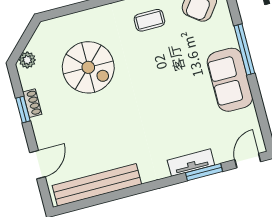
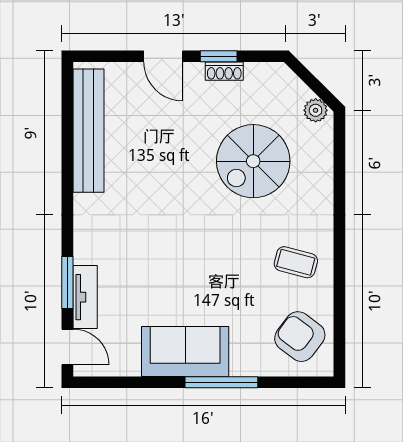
coffee table: (149, 20) -> (296, 262), turned -75
plant: (27, 60) -> (316, 110), moved
tv unit: (191, 163) -> (85, 297), moved
door: (37, 165) -> (163, 56), moved

